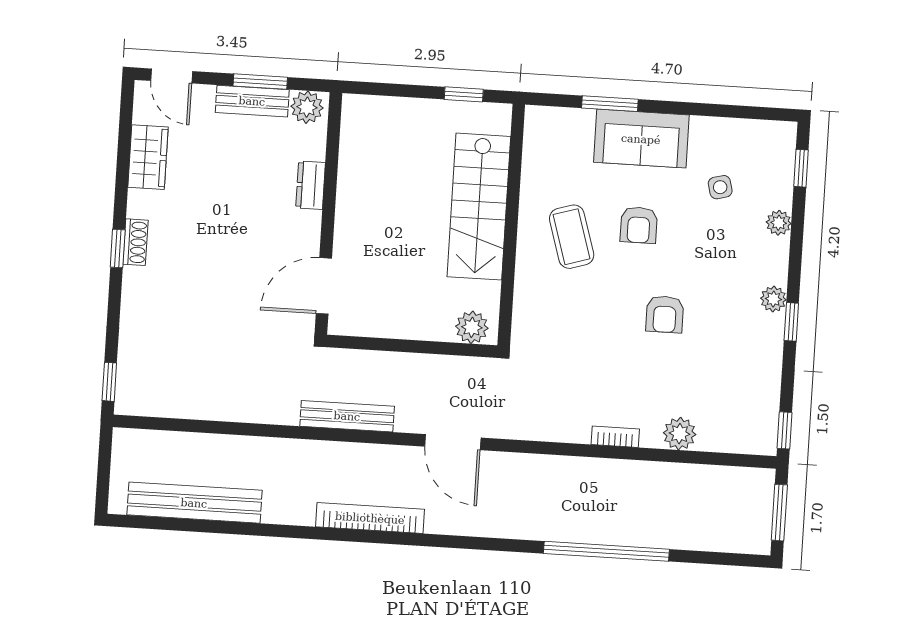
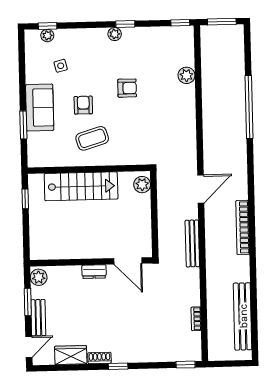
bench: (252, 101) -> (38, 318), moved
dresser: (311, 185) -> (94, 272), moved
plant: (779, 223) -> (47, 35), moved
armchair: (639, 225) -> (83, 105), turned -90
shoe rack: (135, 242) -> (99, 358), moved
bookcase: (615, 437) -> (196, 319), moved

